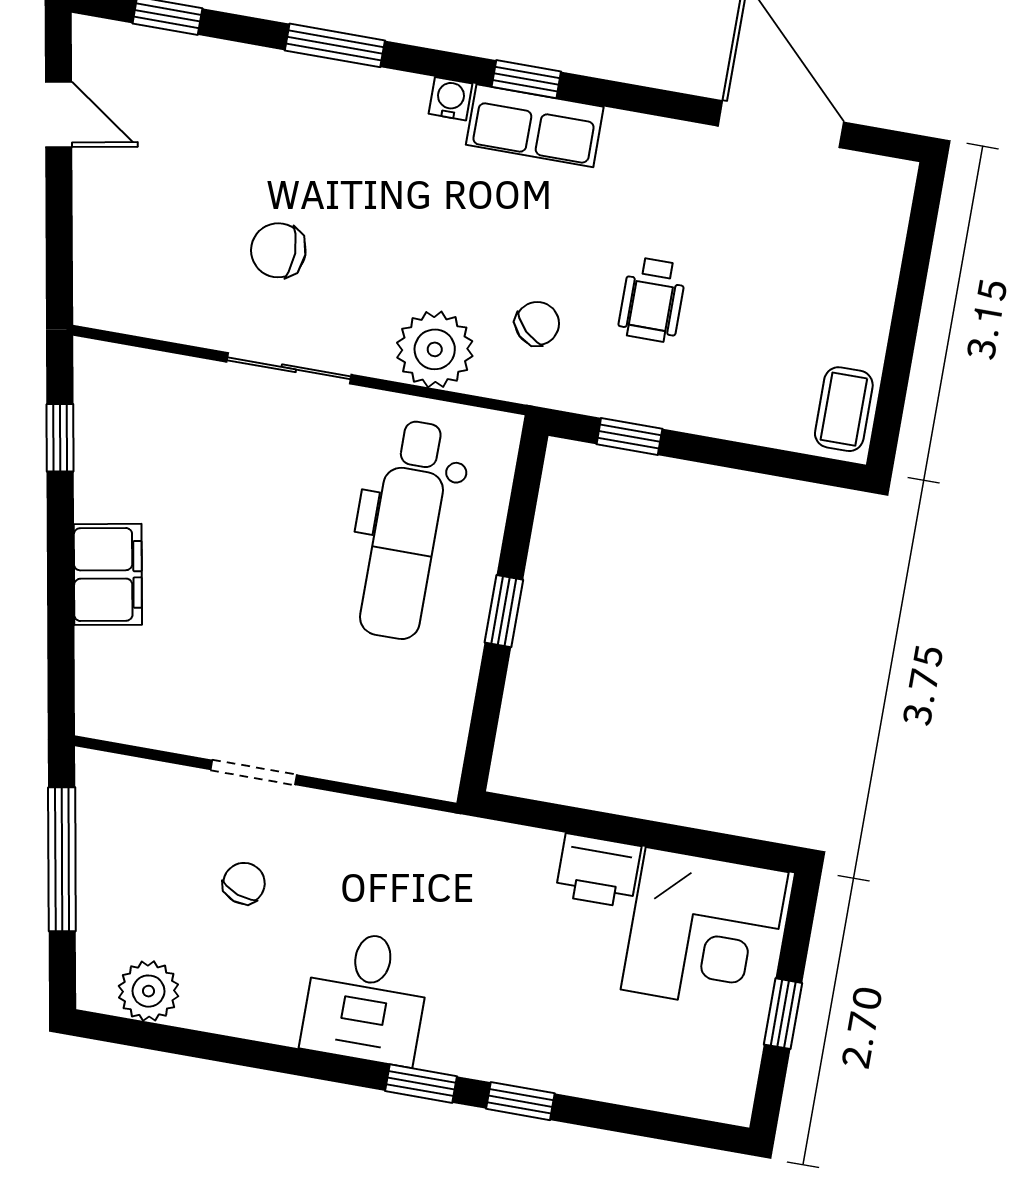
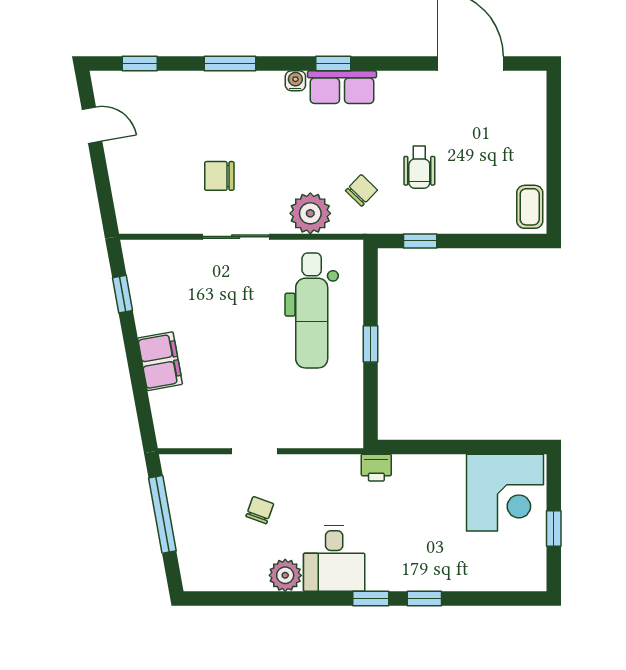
printer: (598, 871) -> (376, 468), moved, width x0.73, depth x0.81
plant: (149, 991) -> (285, 575), moved

